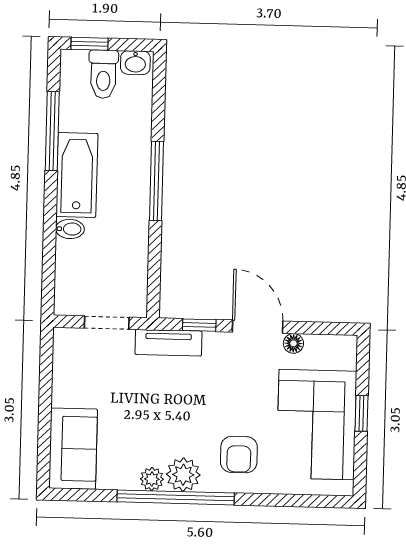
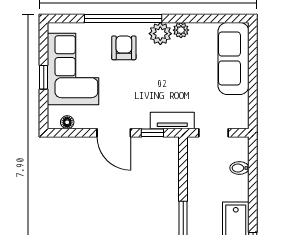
bidet: (70, 229) -> (239, 168), moved
floor lamp: (293, 343) -> (67, 122), moved
sofa: (73, 449) -> (233, 58), width x1.36
window: (176, 497) -> (123, 18), moved

